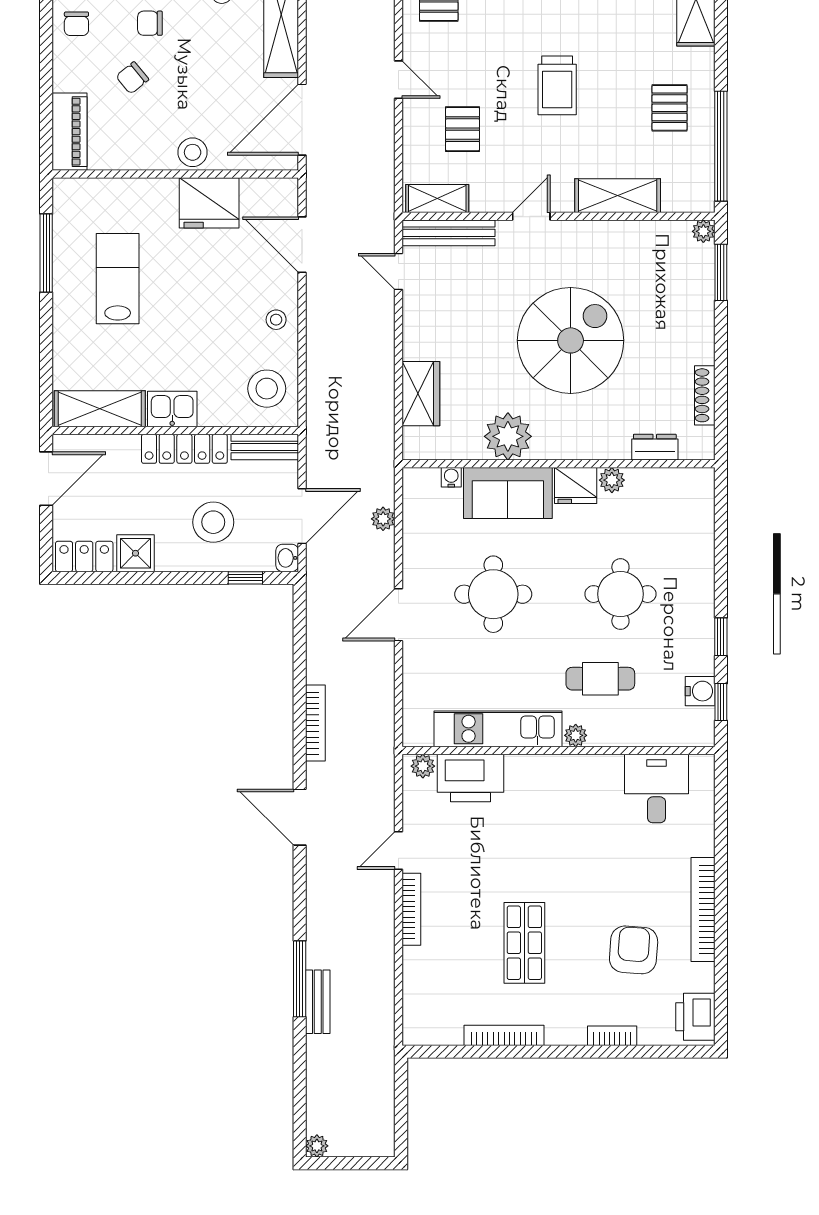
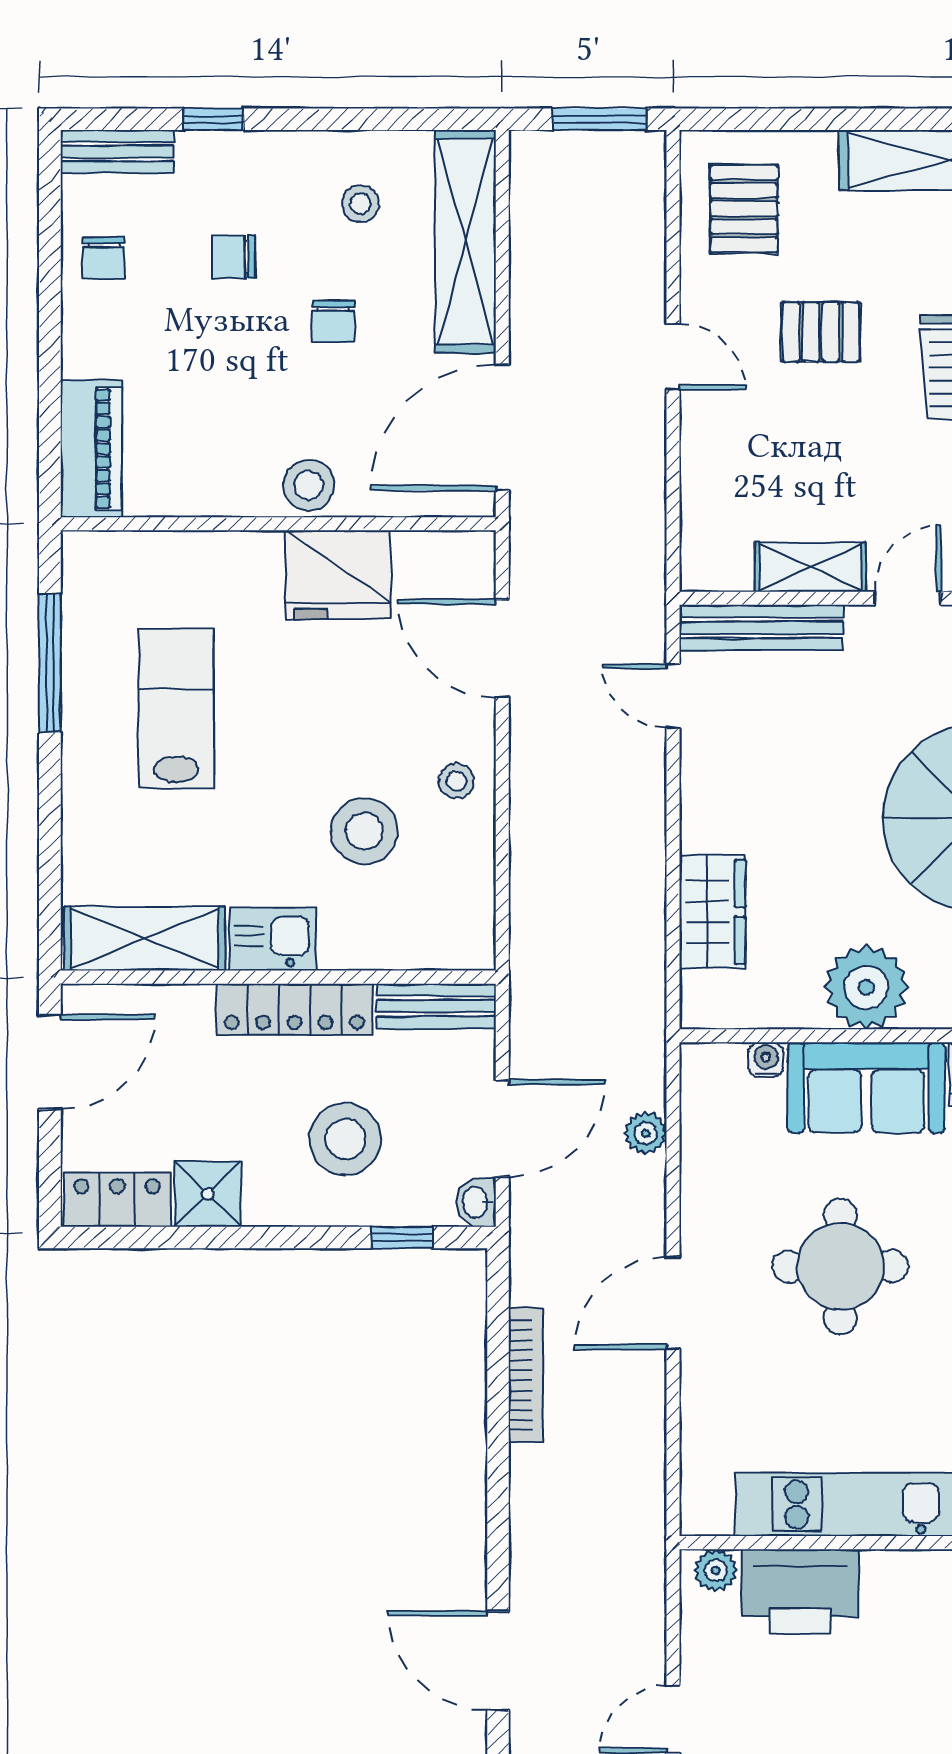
chair: (132, 78) -> (333, 321), moved, turned -51
pallet: (463, 129) -> (821, 332), moved, turned 90
shelving: (437, 199) -> (810, 567), moved
stool: (267, 389) -> (364, 831), moved
bookcase: (315, 723) -> (526, 1375), moved

